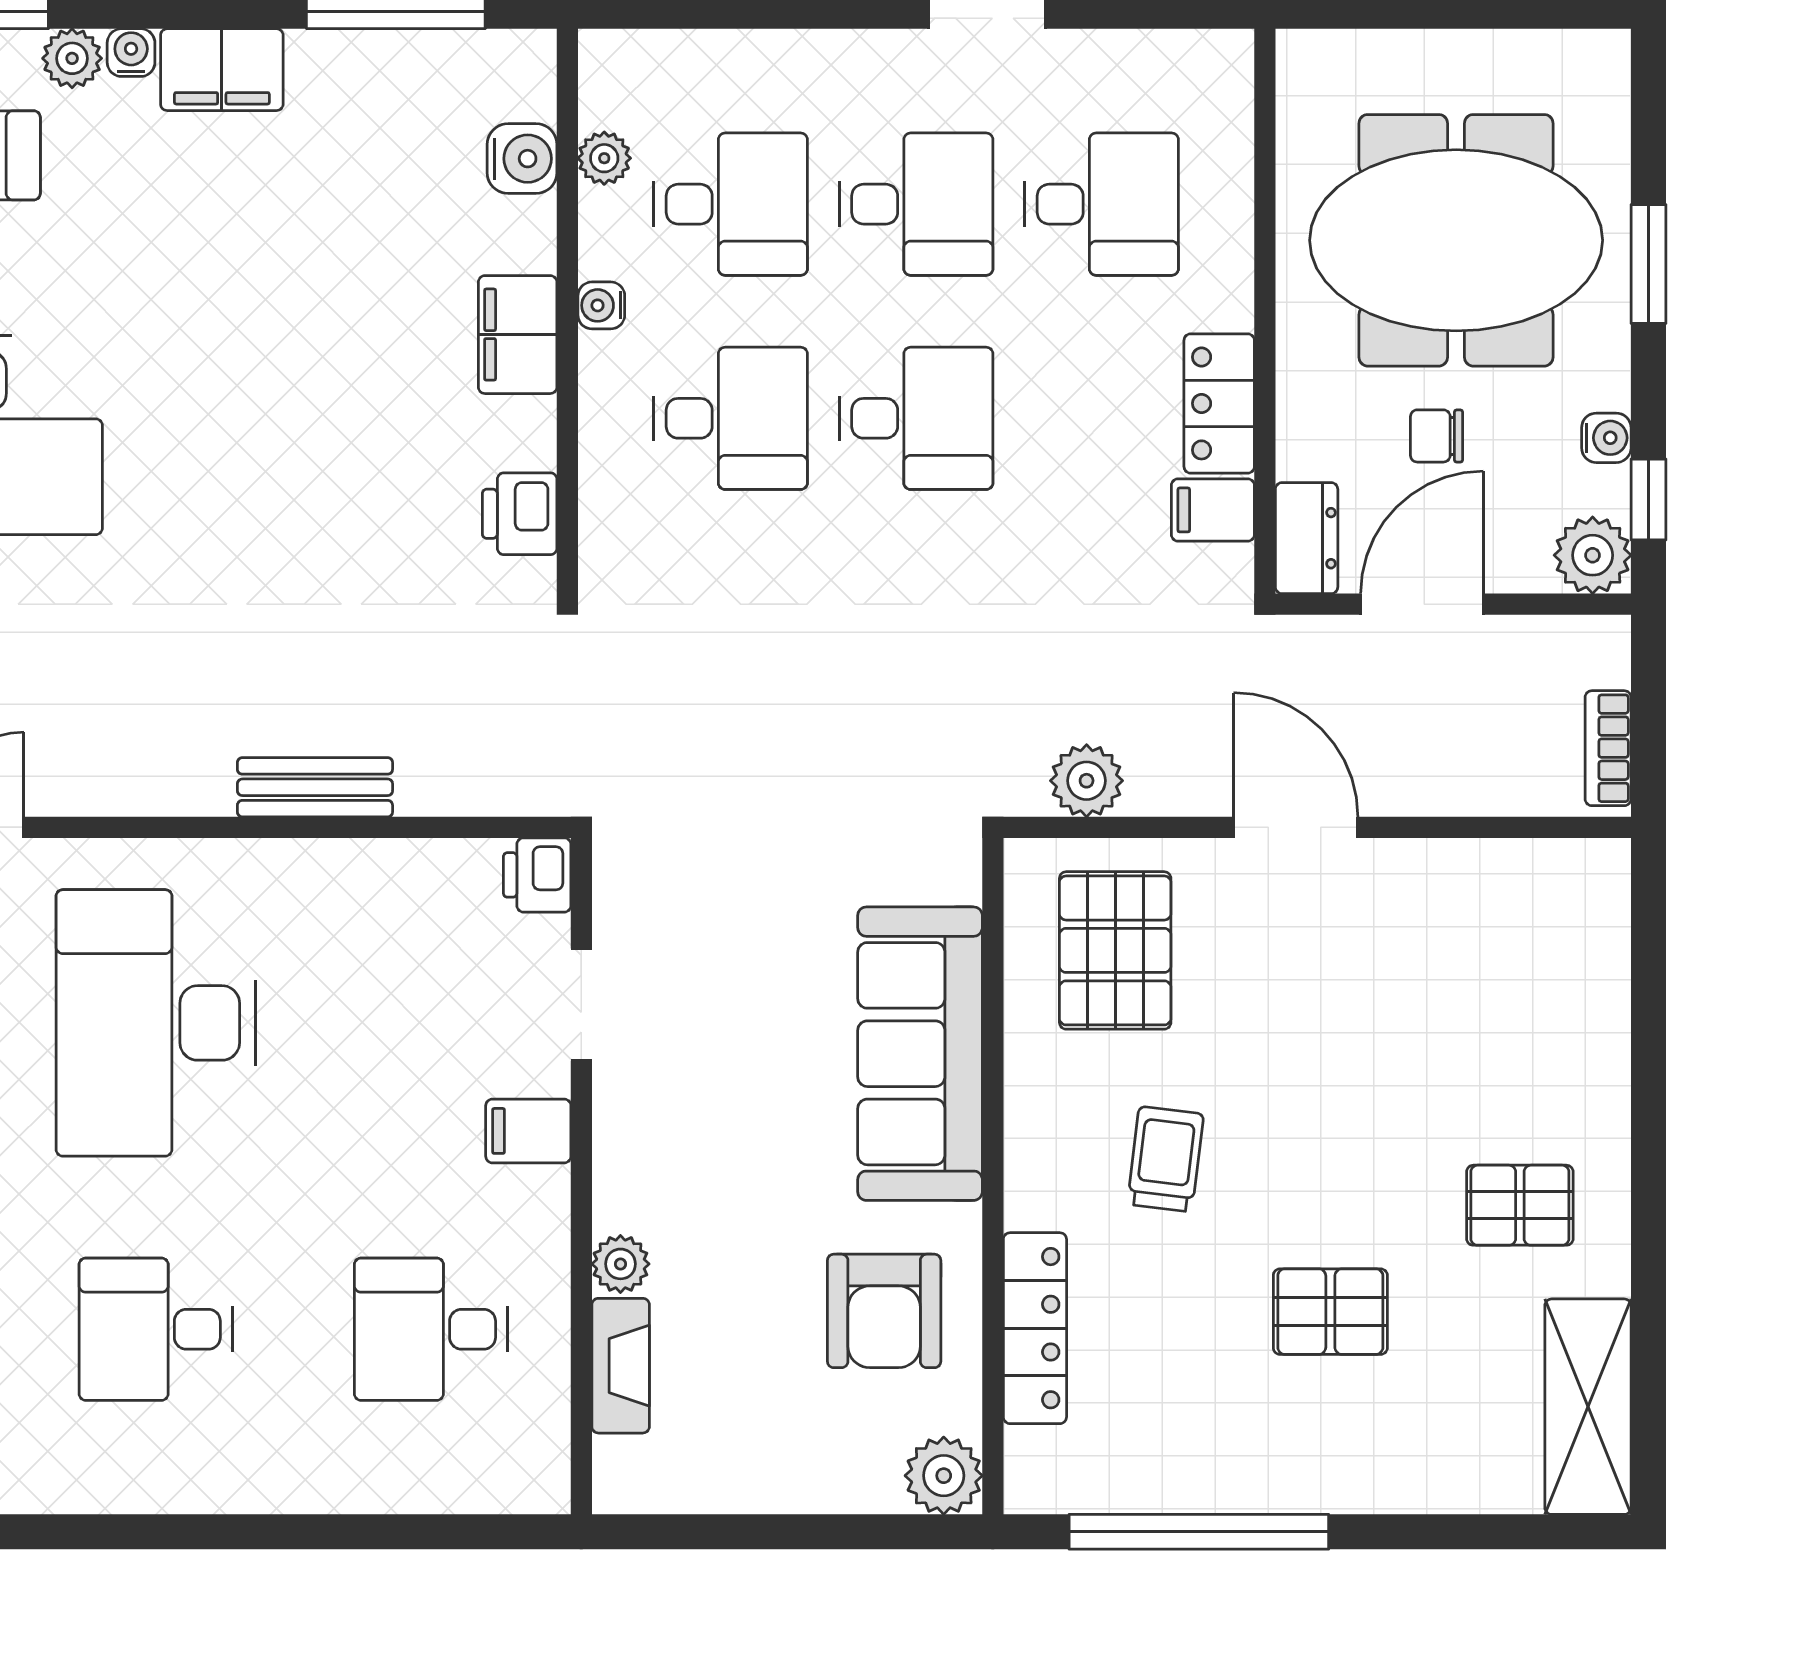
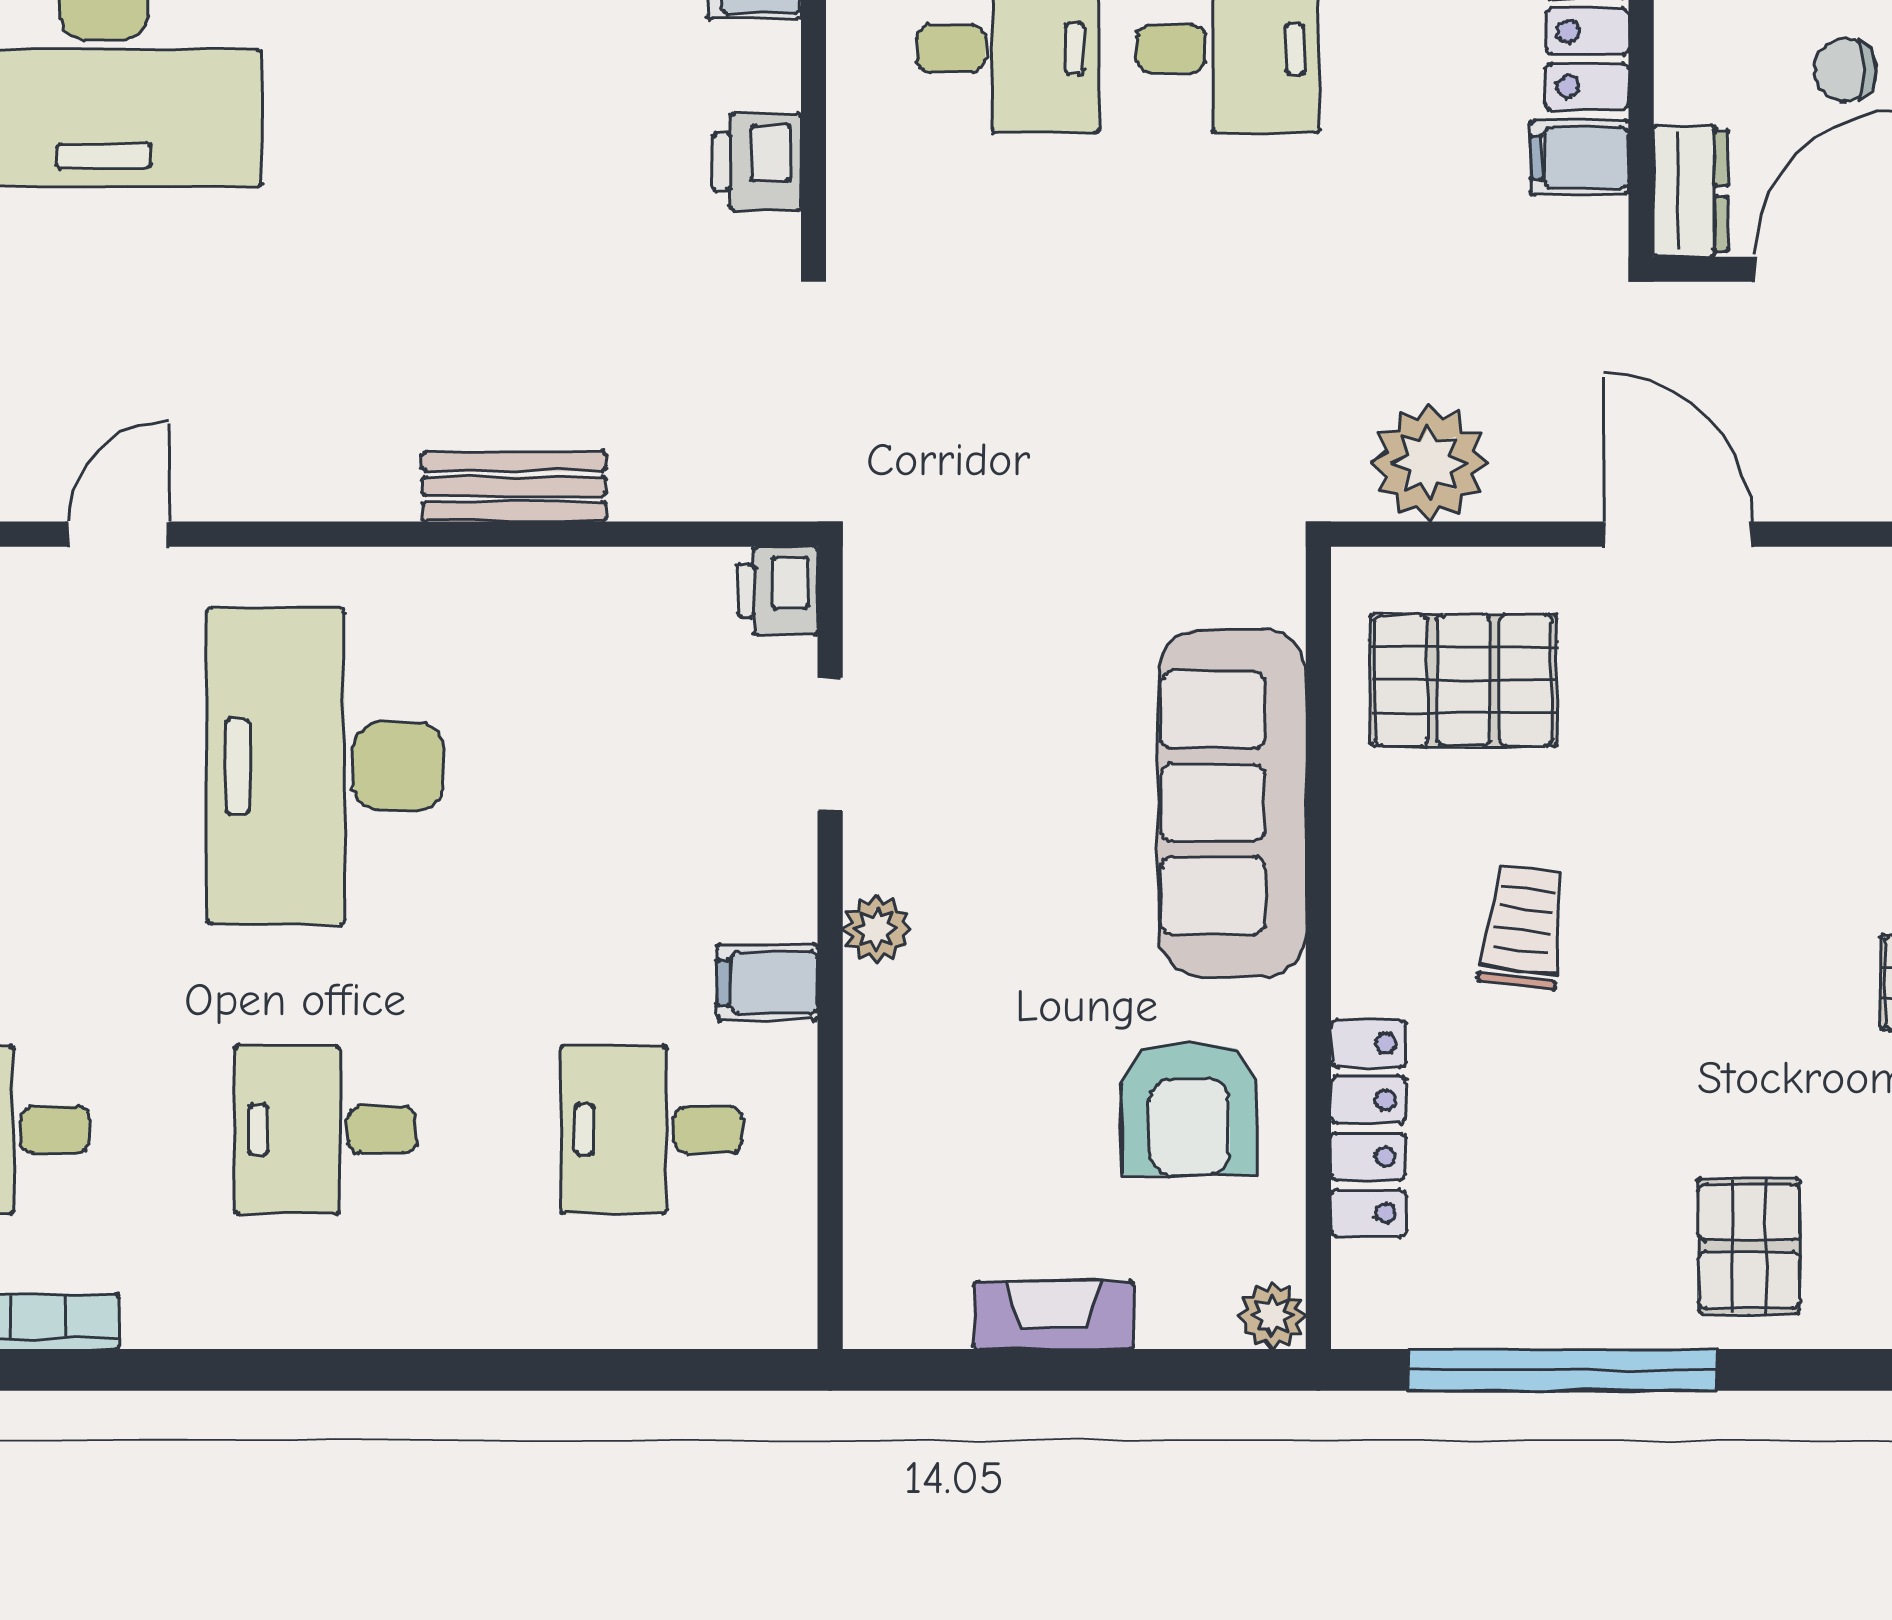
plant: (1087, 781) -> (1430, 463), width x1.36, depth x1.36
pallet: (1115, 950) -> (1464, 680), turned 90
filing cabinet: (528, 1131) -> (767, 982), moved
plant: (620, 1264) -> (877, 929), moved
pallet: (1330, 1312) -> (1749, 1246), moved, turned 90
fireplace: (621, 1366) -> (1054, 1315), moved, turned -90
plant: (944, 1476) -> (1273, 1316), width x0.73, depth x0.73

